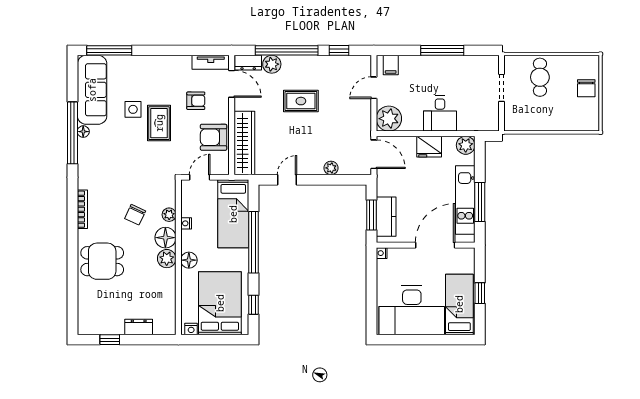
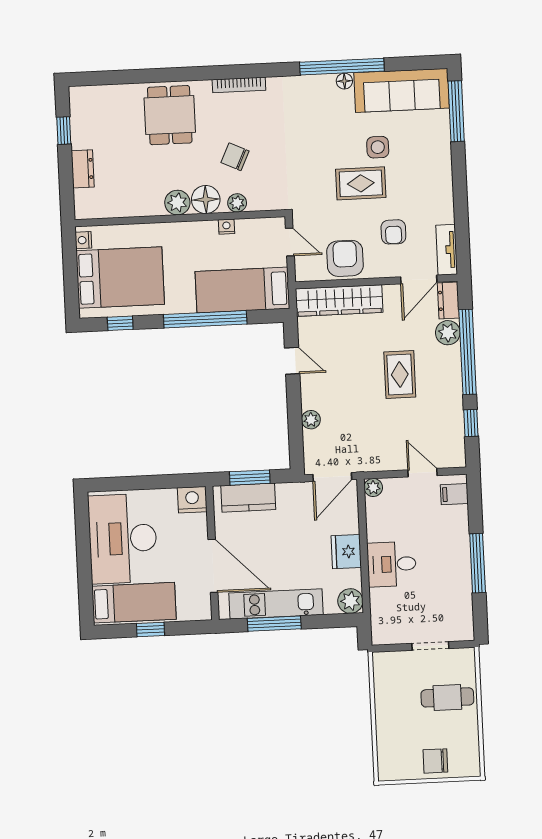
plant: (389, 119) -> (373, 487), width x0.53, depth x0.53
nightstand: (382, 253) -> (192, 500), width x1.89, depth x1.79
floor lamp: (189, 260) -> (177, 233), removed

